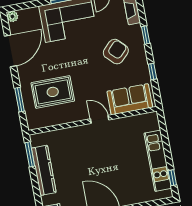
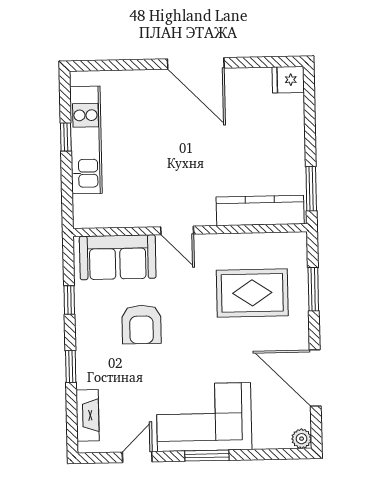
door: (10, 51) -> (315, 378), hinge flipped
armchair: (116, 52) -> (141, 324), moved, turned -45
kitchen counter: (44, 170) -> (260, 210), moved, turned 90
window: (172, 178) -> (66, 137), moved

